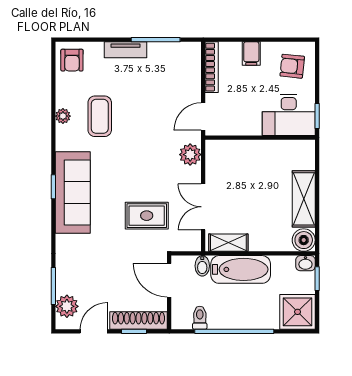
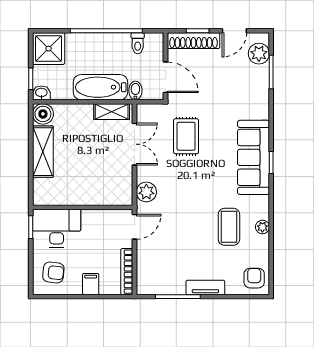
rug: (147, 216) -> (186, 136), turned 90

